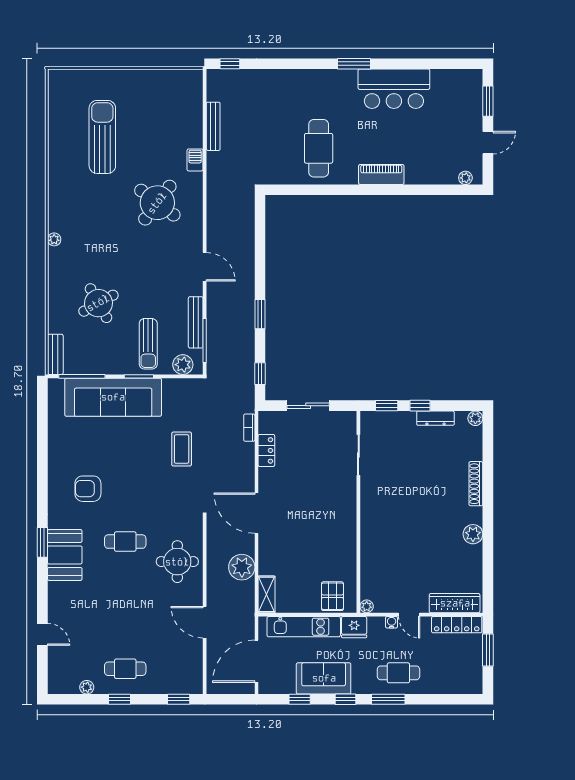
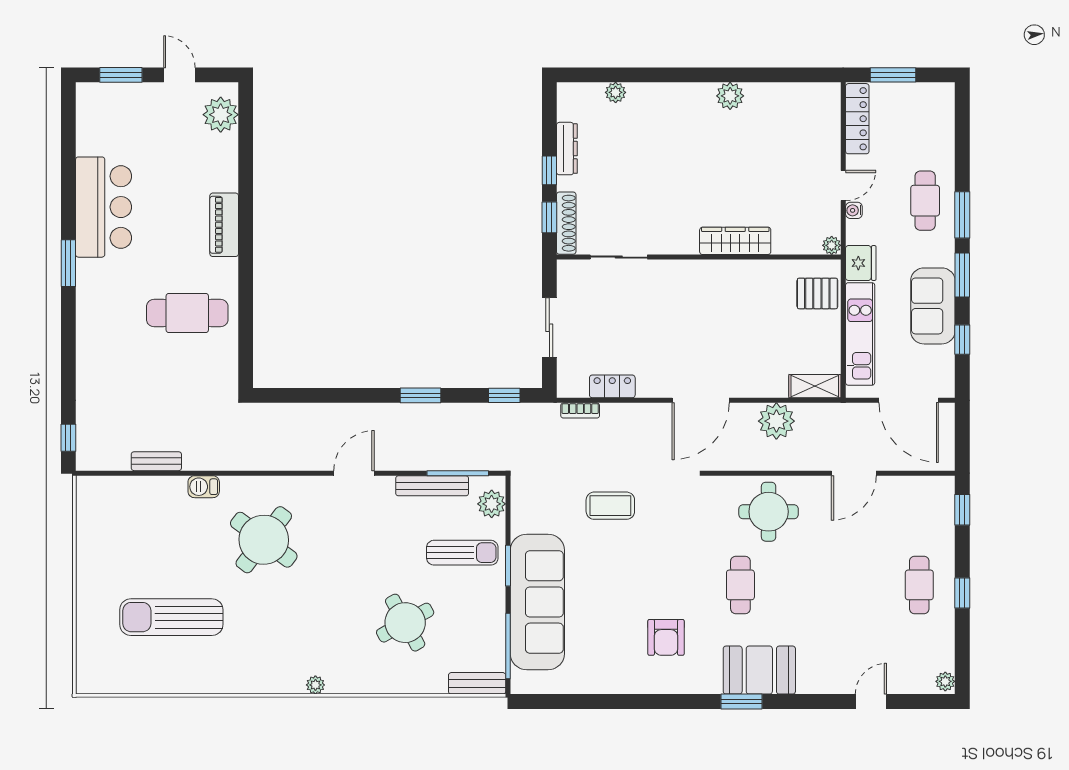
bench: (213, 126) -> (156, 461), width x0.73
plant: (465, 178) -> (221, 115), width x1.88, depth x1.88
plant: (475, 418) -> (616, 92), moved
shoe rack: (476, 484) -> (566, 223), moved, turned -90
wardrobe: (455, 603) -> (735, 241), moved, turned 90
plant: (87, 687) -> (945, 681), moved
window: (346, 699) -> (962, 275), width x1.50

